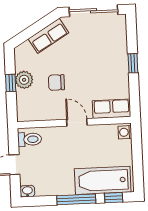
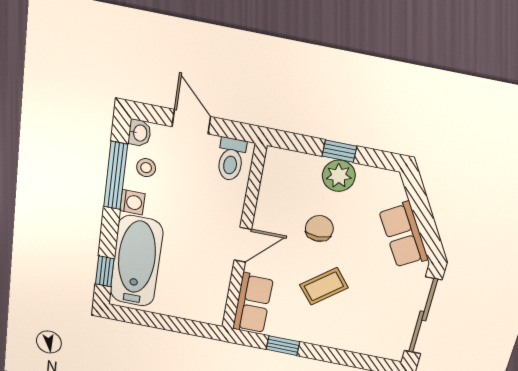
window: (133, 63) -> (283, 346), moved
coffee table: (90, 71) -> (324, 286), added
washing machine: (125, 132) -> (132, 202), moved, turned 90
stool: (46, 184) -> (146, 168), added
window: (76, 199) -> (116, 176), moved

